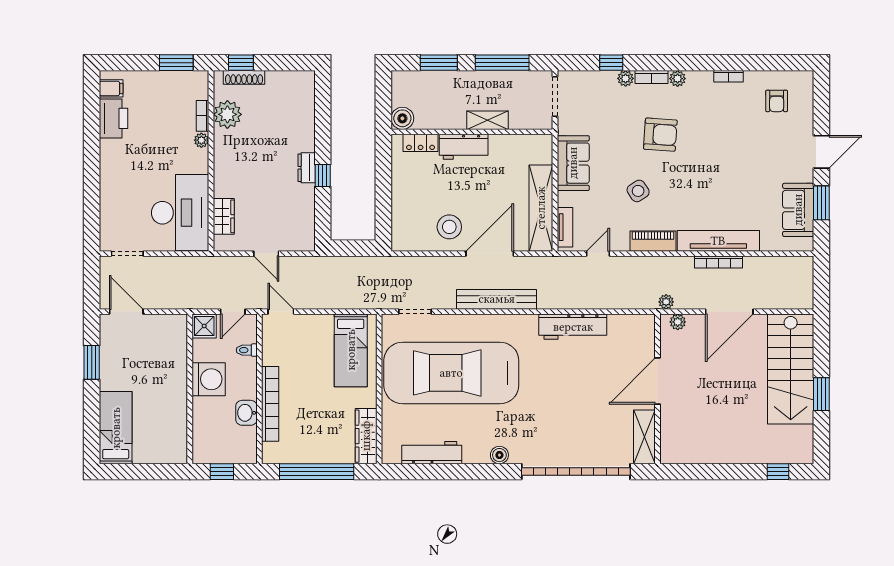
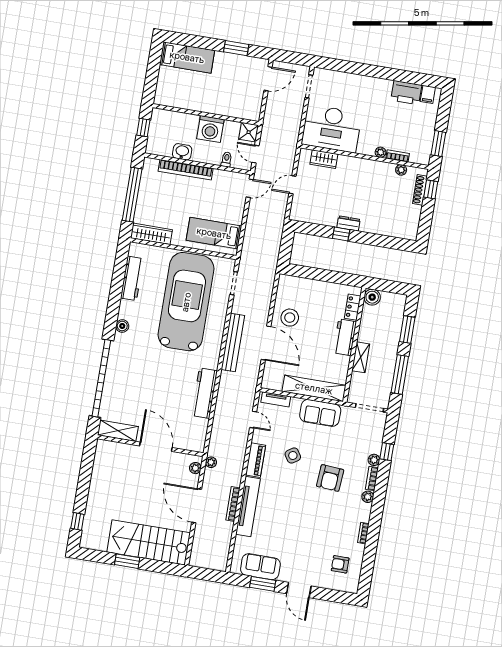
plant: (227, 114) -> (401, 170), width x0.53, depth x0.53
shelving: (541, 208) -> (314, 388), moved

